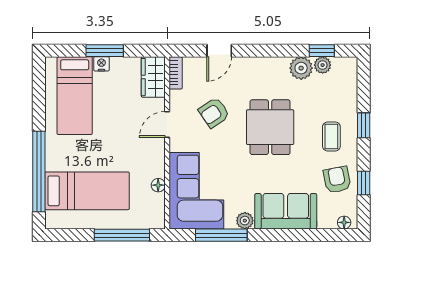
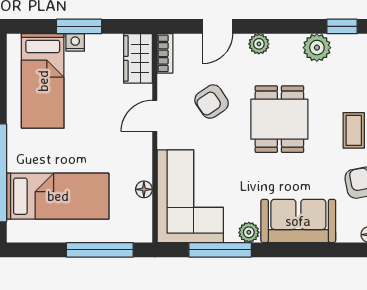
plant: (323, 65) -> (259, 44), moved

